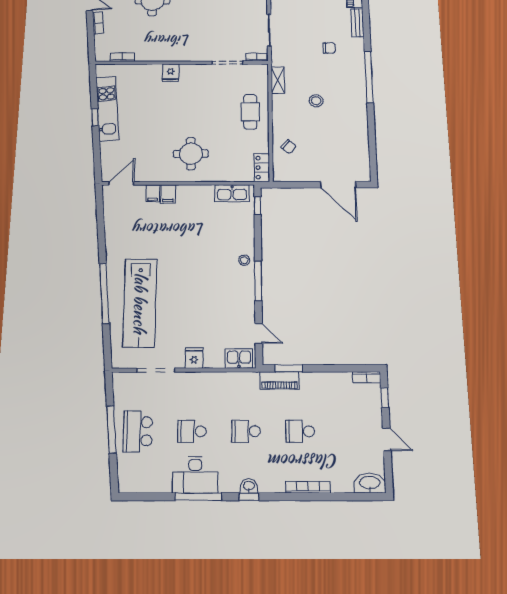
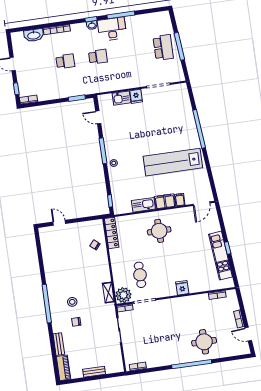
plant: (256, 74) -> (123, 295), added
stool: (316, 101) -> (72, 302), moved
cafe table: (250, 112) -> (140, 275), moved
locker: (262, 168) -> (112, 233), width x1.53
door: (338, 185) -> (59, 223), width x0.53
kitchen sink: (232, 193) -> (143, 205), moved
filing cabinet: (168, 194) -> (165, 201), width x2.00
lab bench: (140, 303) -> (173, 162), moved, turned -90
kitchen sink: (239, 358) -> (121, 98), moved
piano: (280, 380) -> (82, 90), removed
school desk: (192, 431) -> (131, 52), removed
desk: (195, 475) -> (112, 29), moved
washbasin: (370, 483) -> (34, 35), moved

